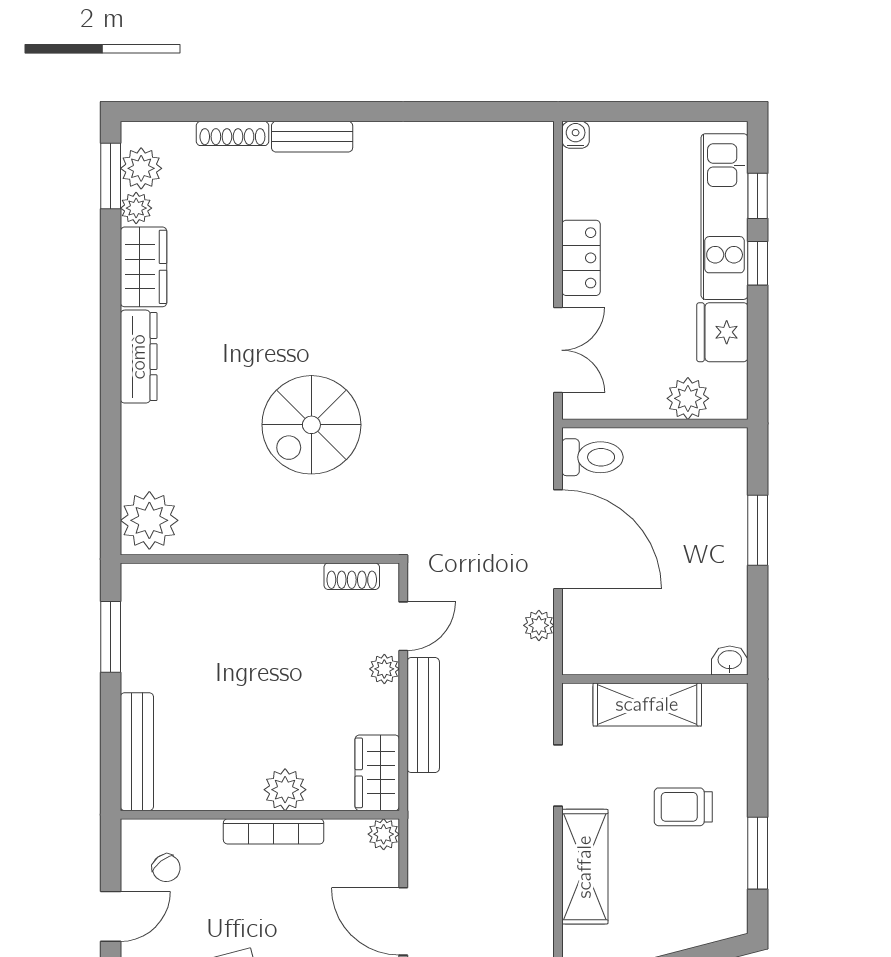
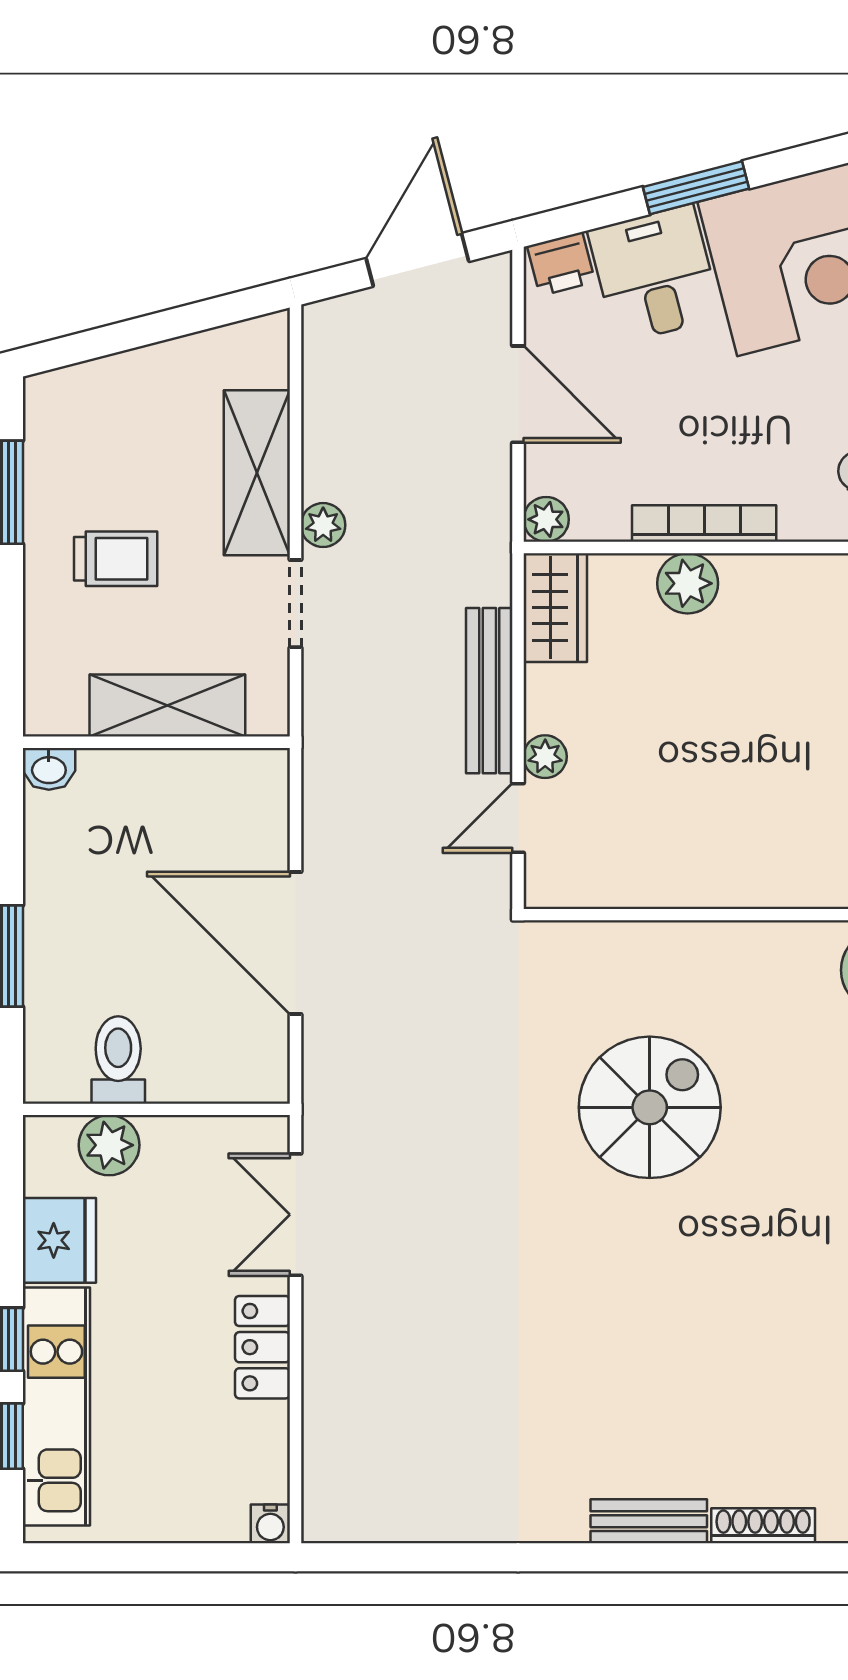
toilet: (592, 457) -> (118, 1060), moved, turned 90
shoe rack: (352, 576) -> (592, 890), removed
plant: (539, 625) -> (323, 525), moved

